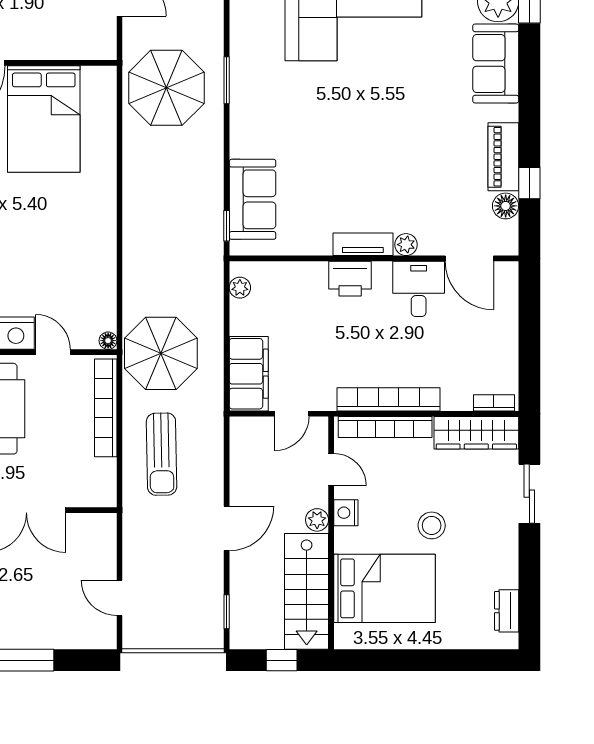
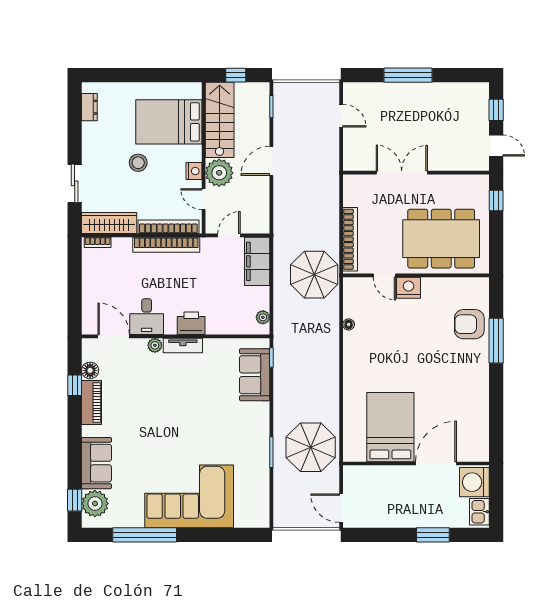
floor lamp: (108, 341) -> (349, 324), moved
sun lounger: (162, 454) -> (314, 209), removed
plant: (317, 520) -> (219, 173), width x1.88, depth x1.88

